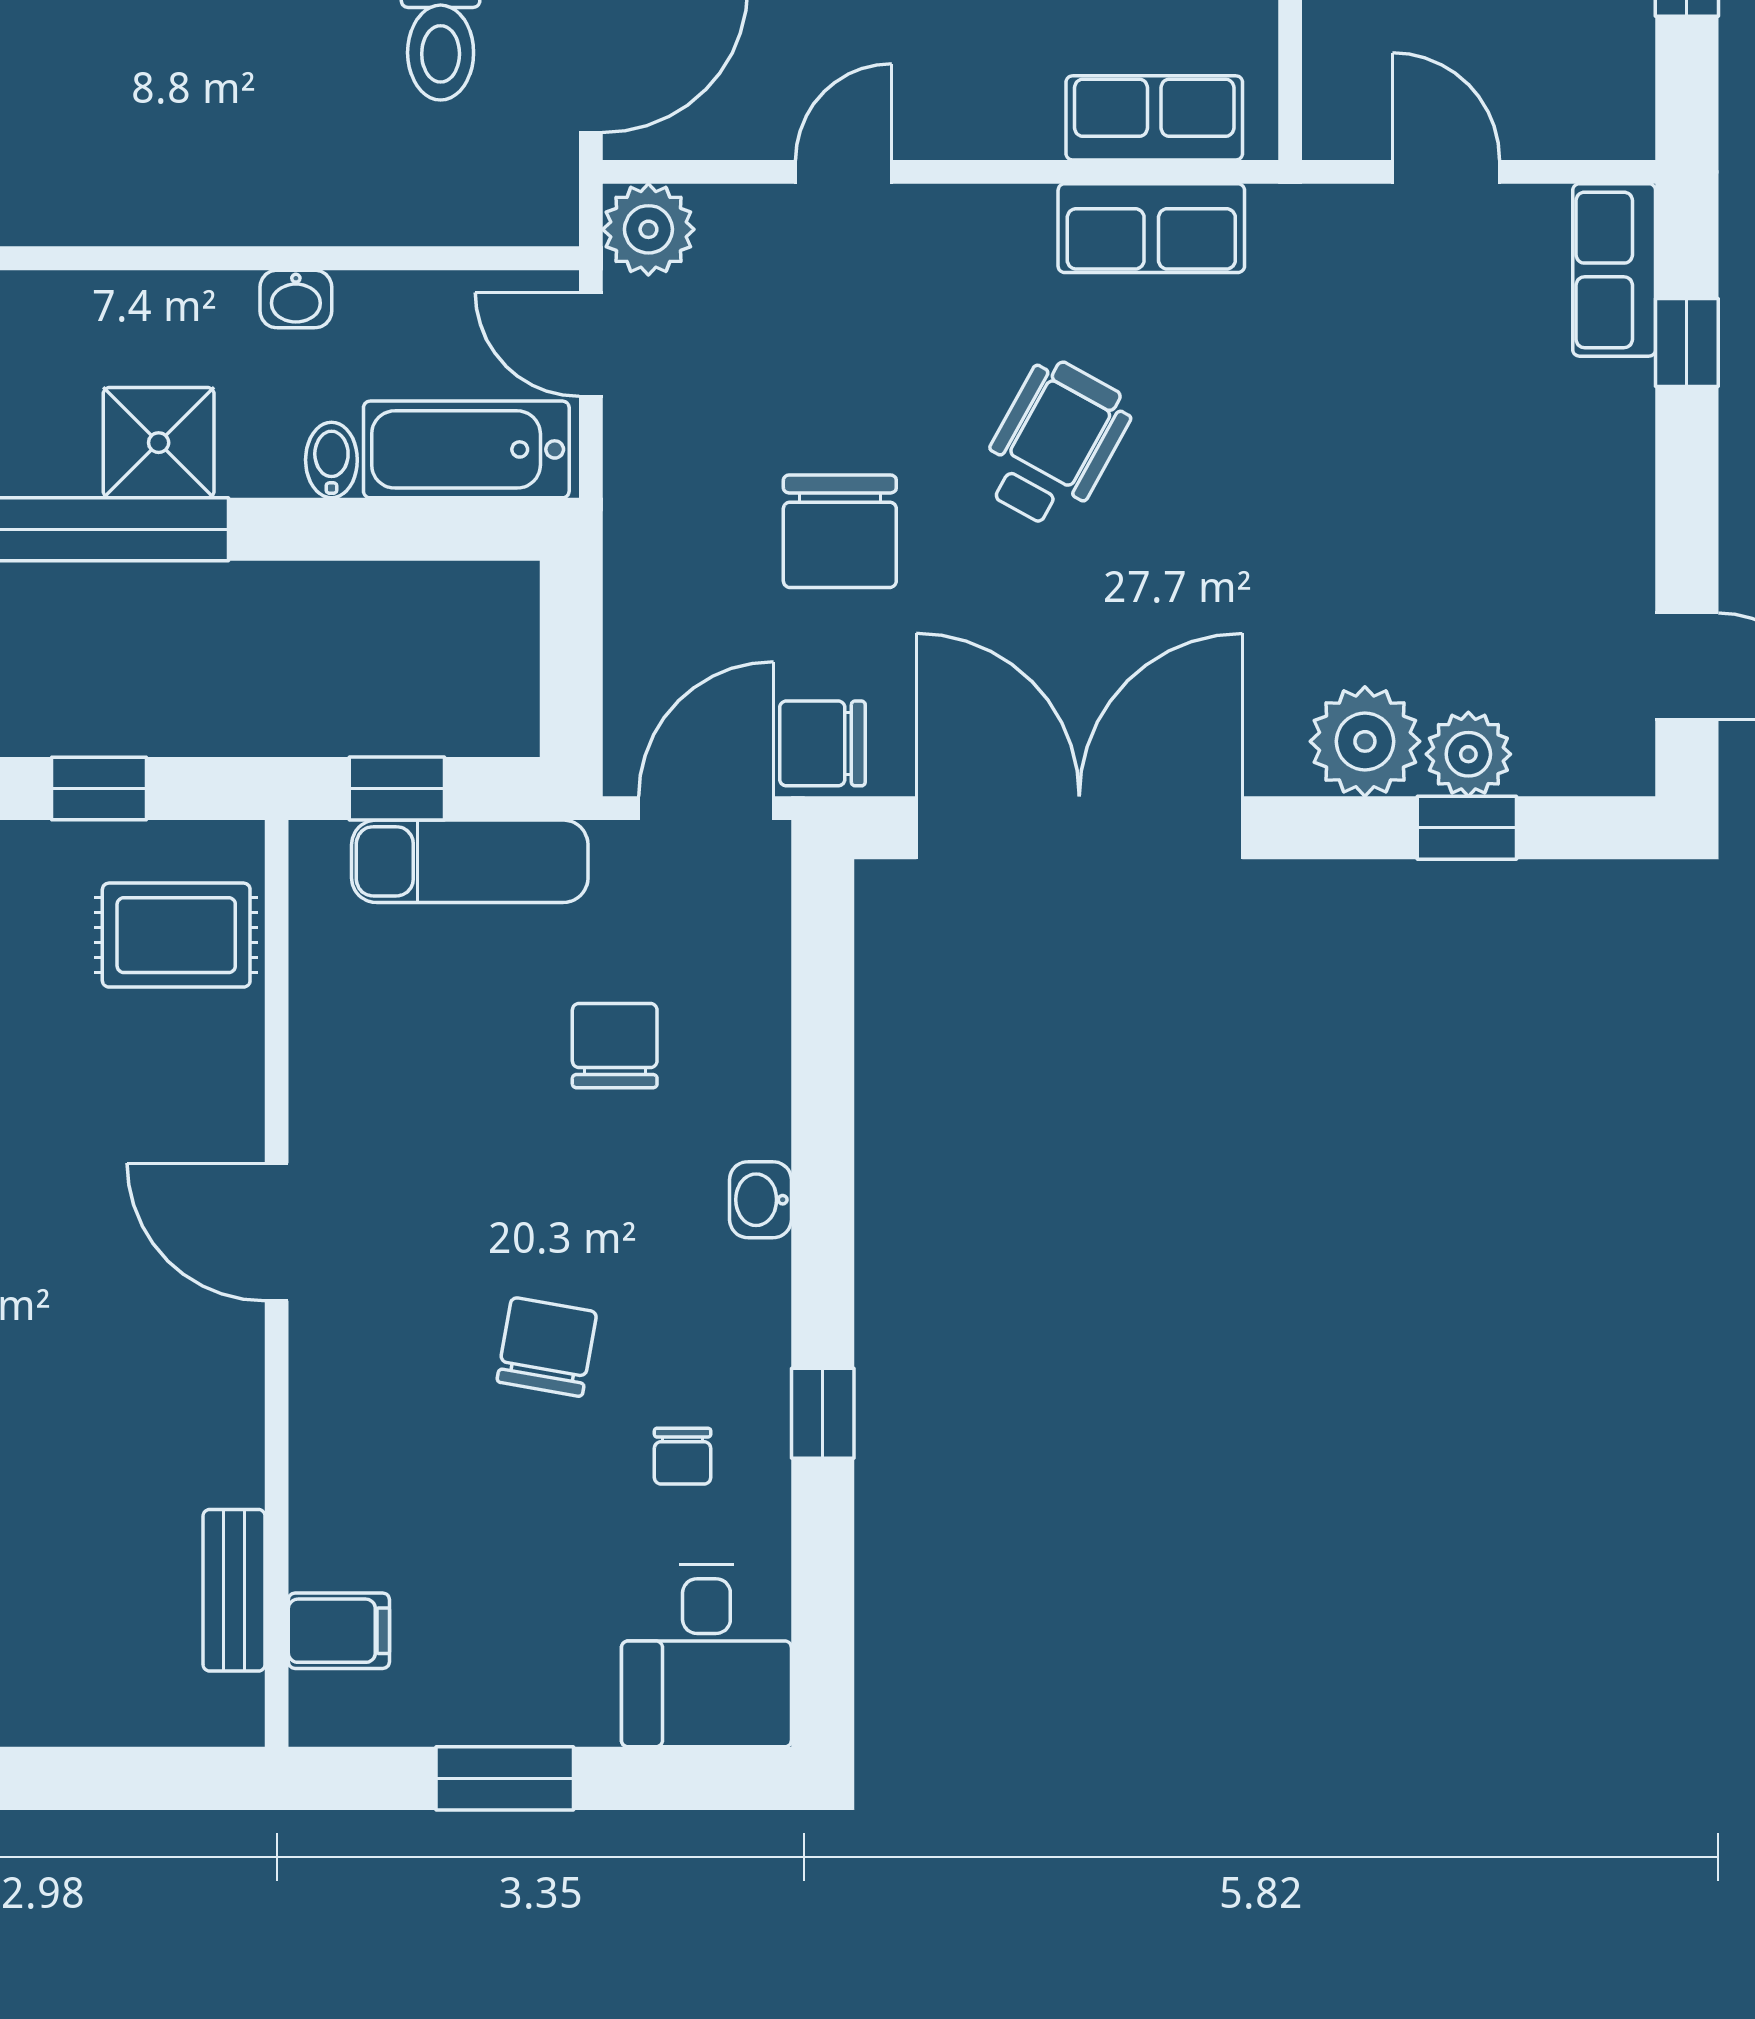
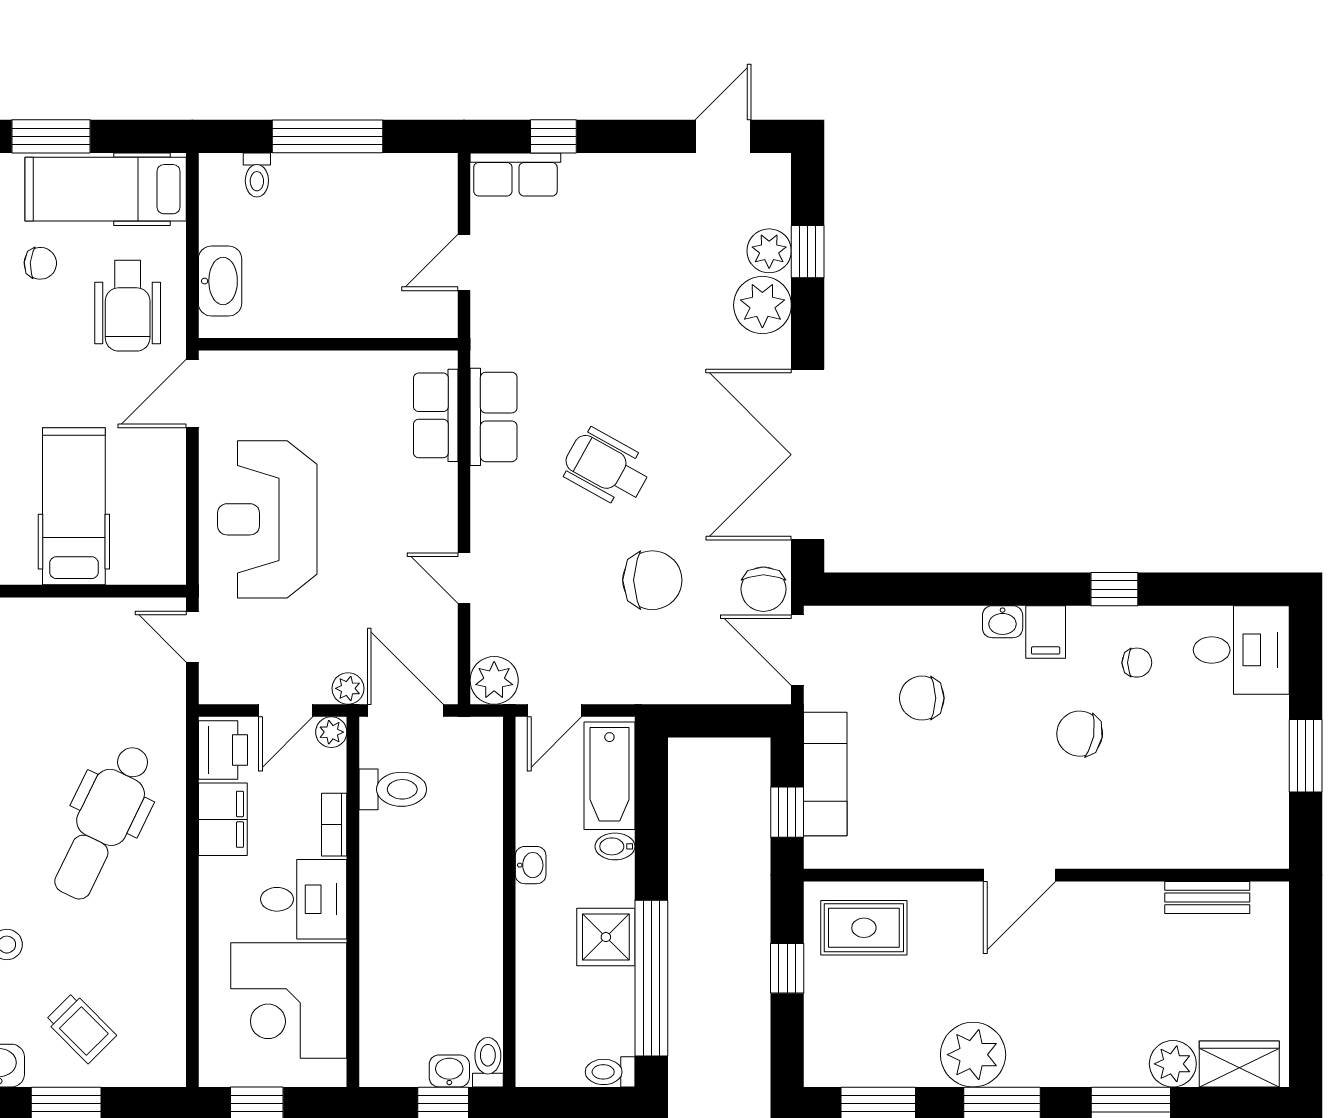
rug: (176, 935) -> (864, 928), turned 90
filing cabinet: (339, 1631) -> (1046, 632), moved, turned 180

